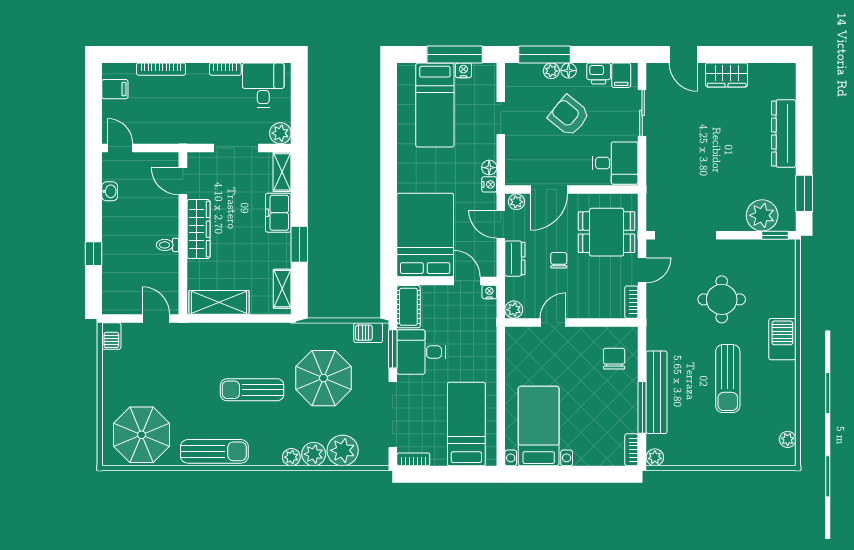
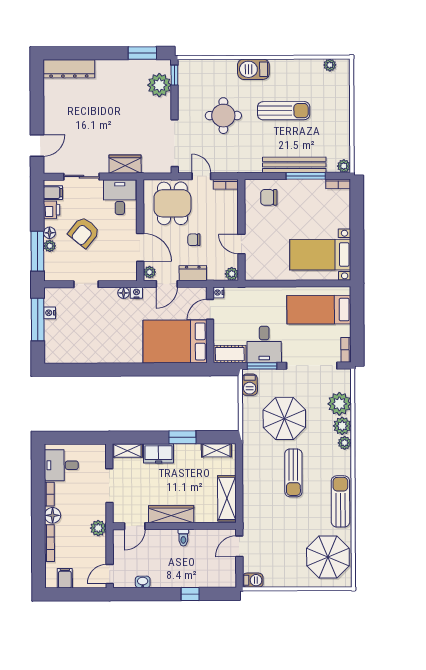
floor lamp: (197, 73) -> (53, 515), added
wardrobe: (727, 75) -> (125, 164), moved, turned -90
bed: (435, 105) -> (76, 334), removed
plant: (280, 133) -> (98, 528), moved
dresser: (784, 133) -> (69, 69), moved

